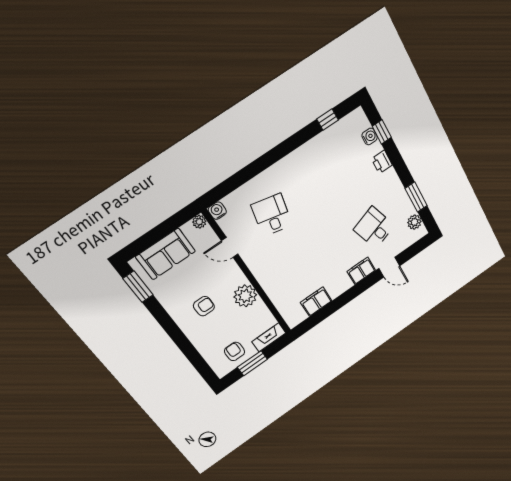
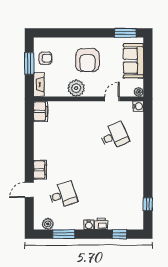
water cooler: (370, 136) -> (89, 225), moved
desk: (272, 215) -> (114, 136), turned -36
filing cabinet: (316, 302) -> (41, 111), moved
armchair: (204, 306) -> (87, 60), width x1.88, depth x1.88

